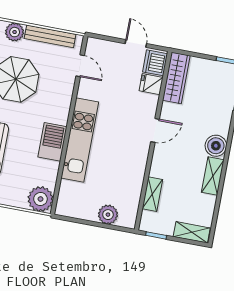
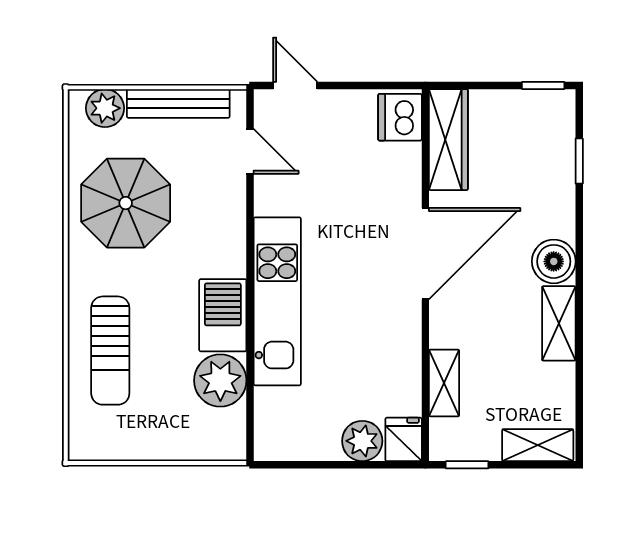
door: (136, 44) -> (295, 86), moved
fridge: (151, 84) -> (404, 439), moved, turned 90
door: (155, 130) -> (425, 254), width x1.87
plant: (40, 199) -> (220, 380), moved

